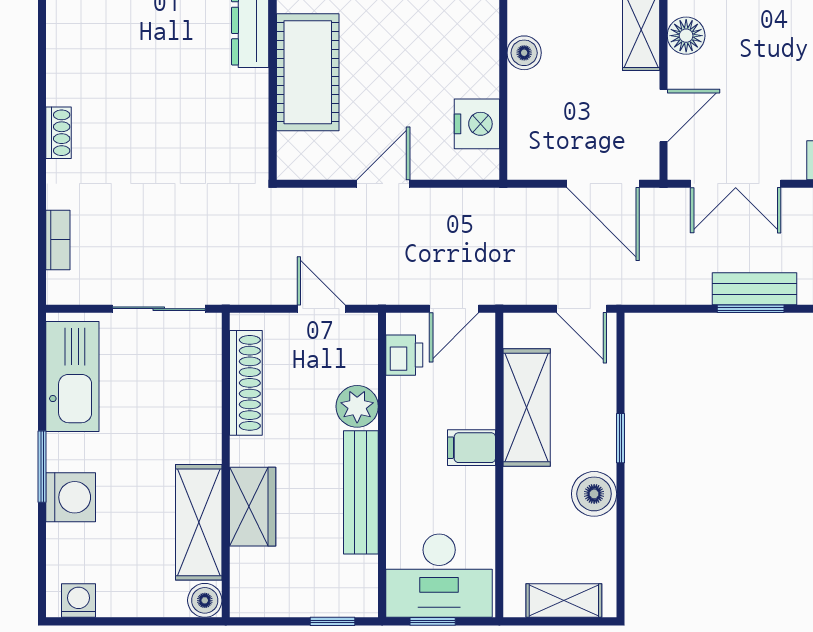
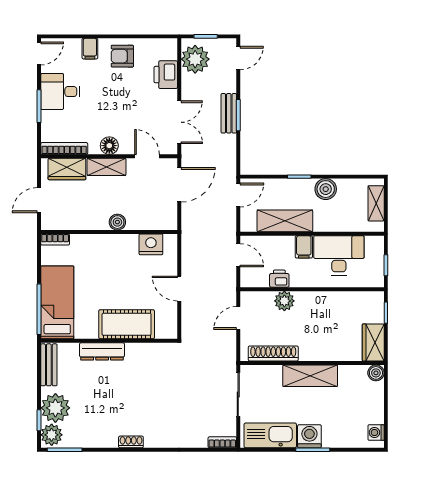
shoe rack: (59, 133) -> (131, 442), moved
bookcase: (58, 240) -> (222, 442), moved
printer: (404, 355) -> (279, 279), moved
bench: (361, 492) -> (325, 299), removed
washing machine: (71, 497) -> (309, 436), moved
wardrobe: (253, 507) -> (373, 342), moved, turned -90
shelving: (199, 522) -> (310, 376), moved
desk: (439, 576) -> (339, 255), moved, turned -90

